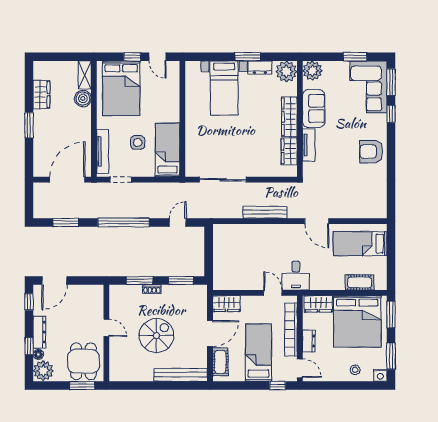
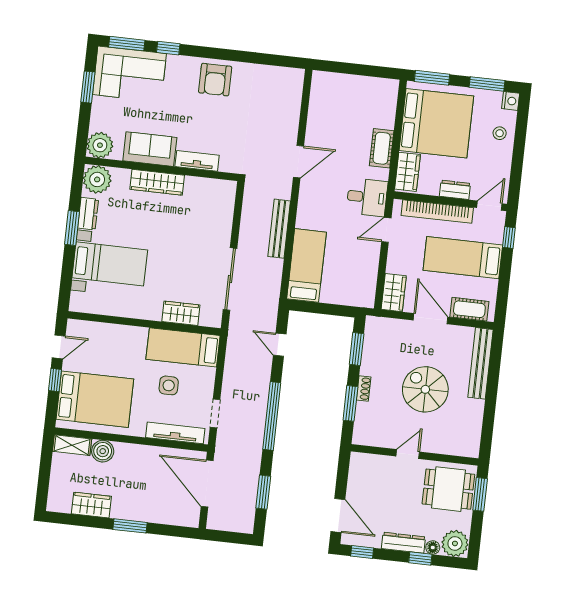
wardrobe: (289, 151) -> (181, 313), moved, turned 180
bed: (360, 244) -> (307, 265), moved, turned 180
cot: (360, 282) -> (382, 148), moved

